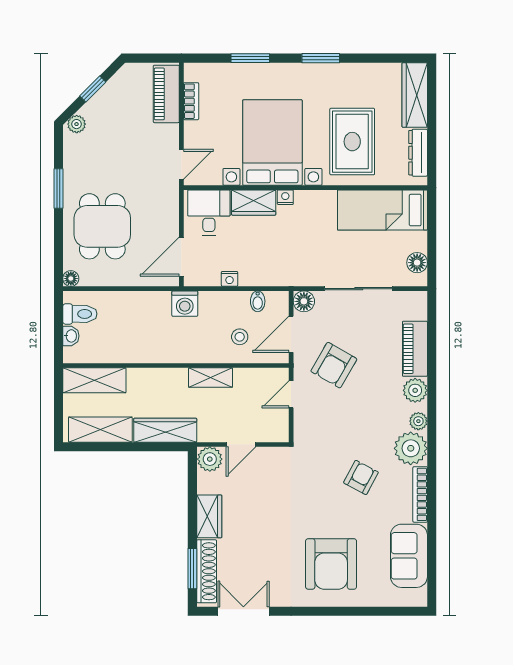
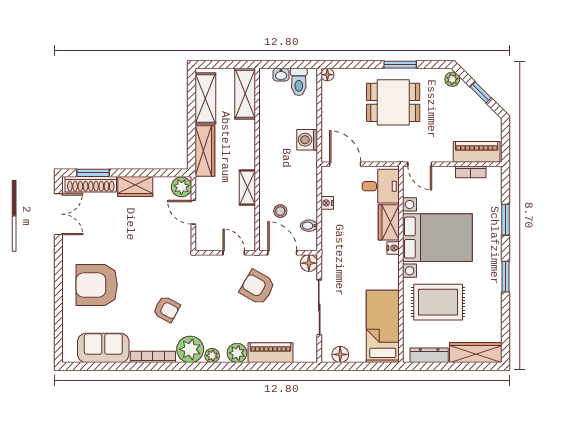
dining table: (102, 226) -> (393, 102), moved
washing machine: (185, 304) -> (307, 140), moved

